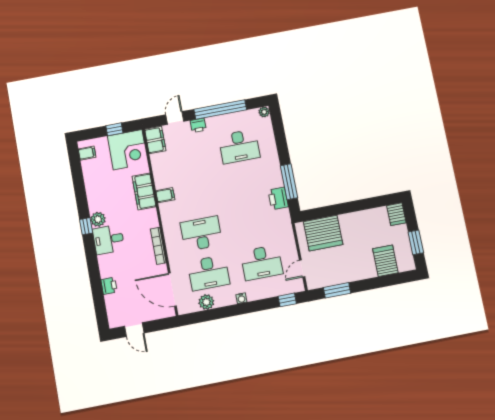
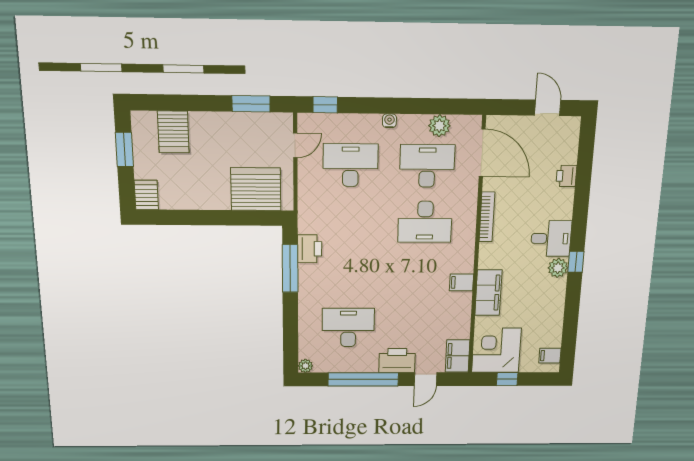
printer: (198, 125) -> (397, 361), width x1.87, depth x1.48

